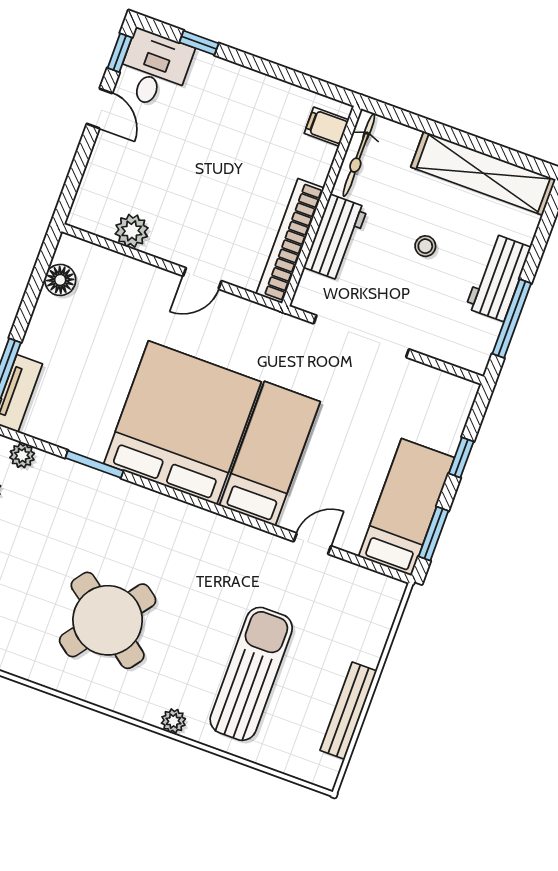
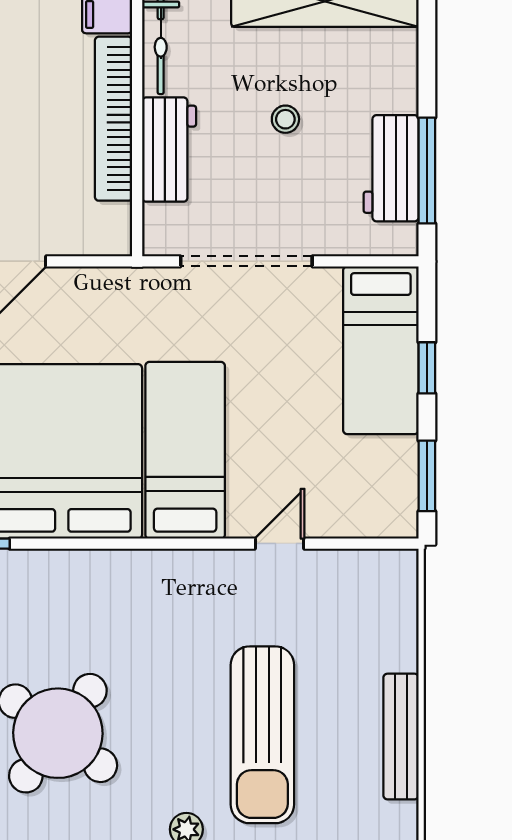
bookcase: (290, 241) -> (114, 119), moved
workbench: (498, 277) -> (391, 168), moved
bed: (406, 507) -> (381, 350), moved, turned 180
sun lounger: (251, 674) -> (262, 735), turned 180

